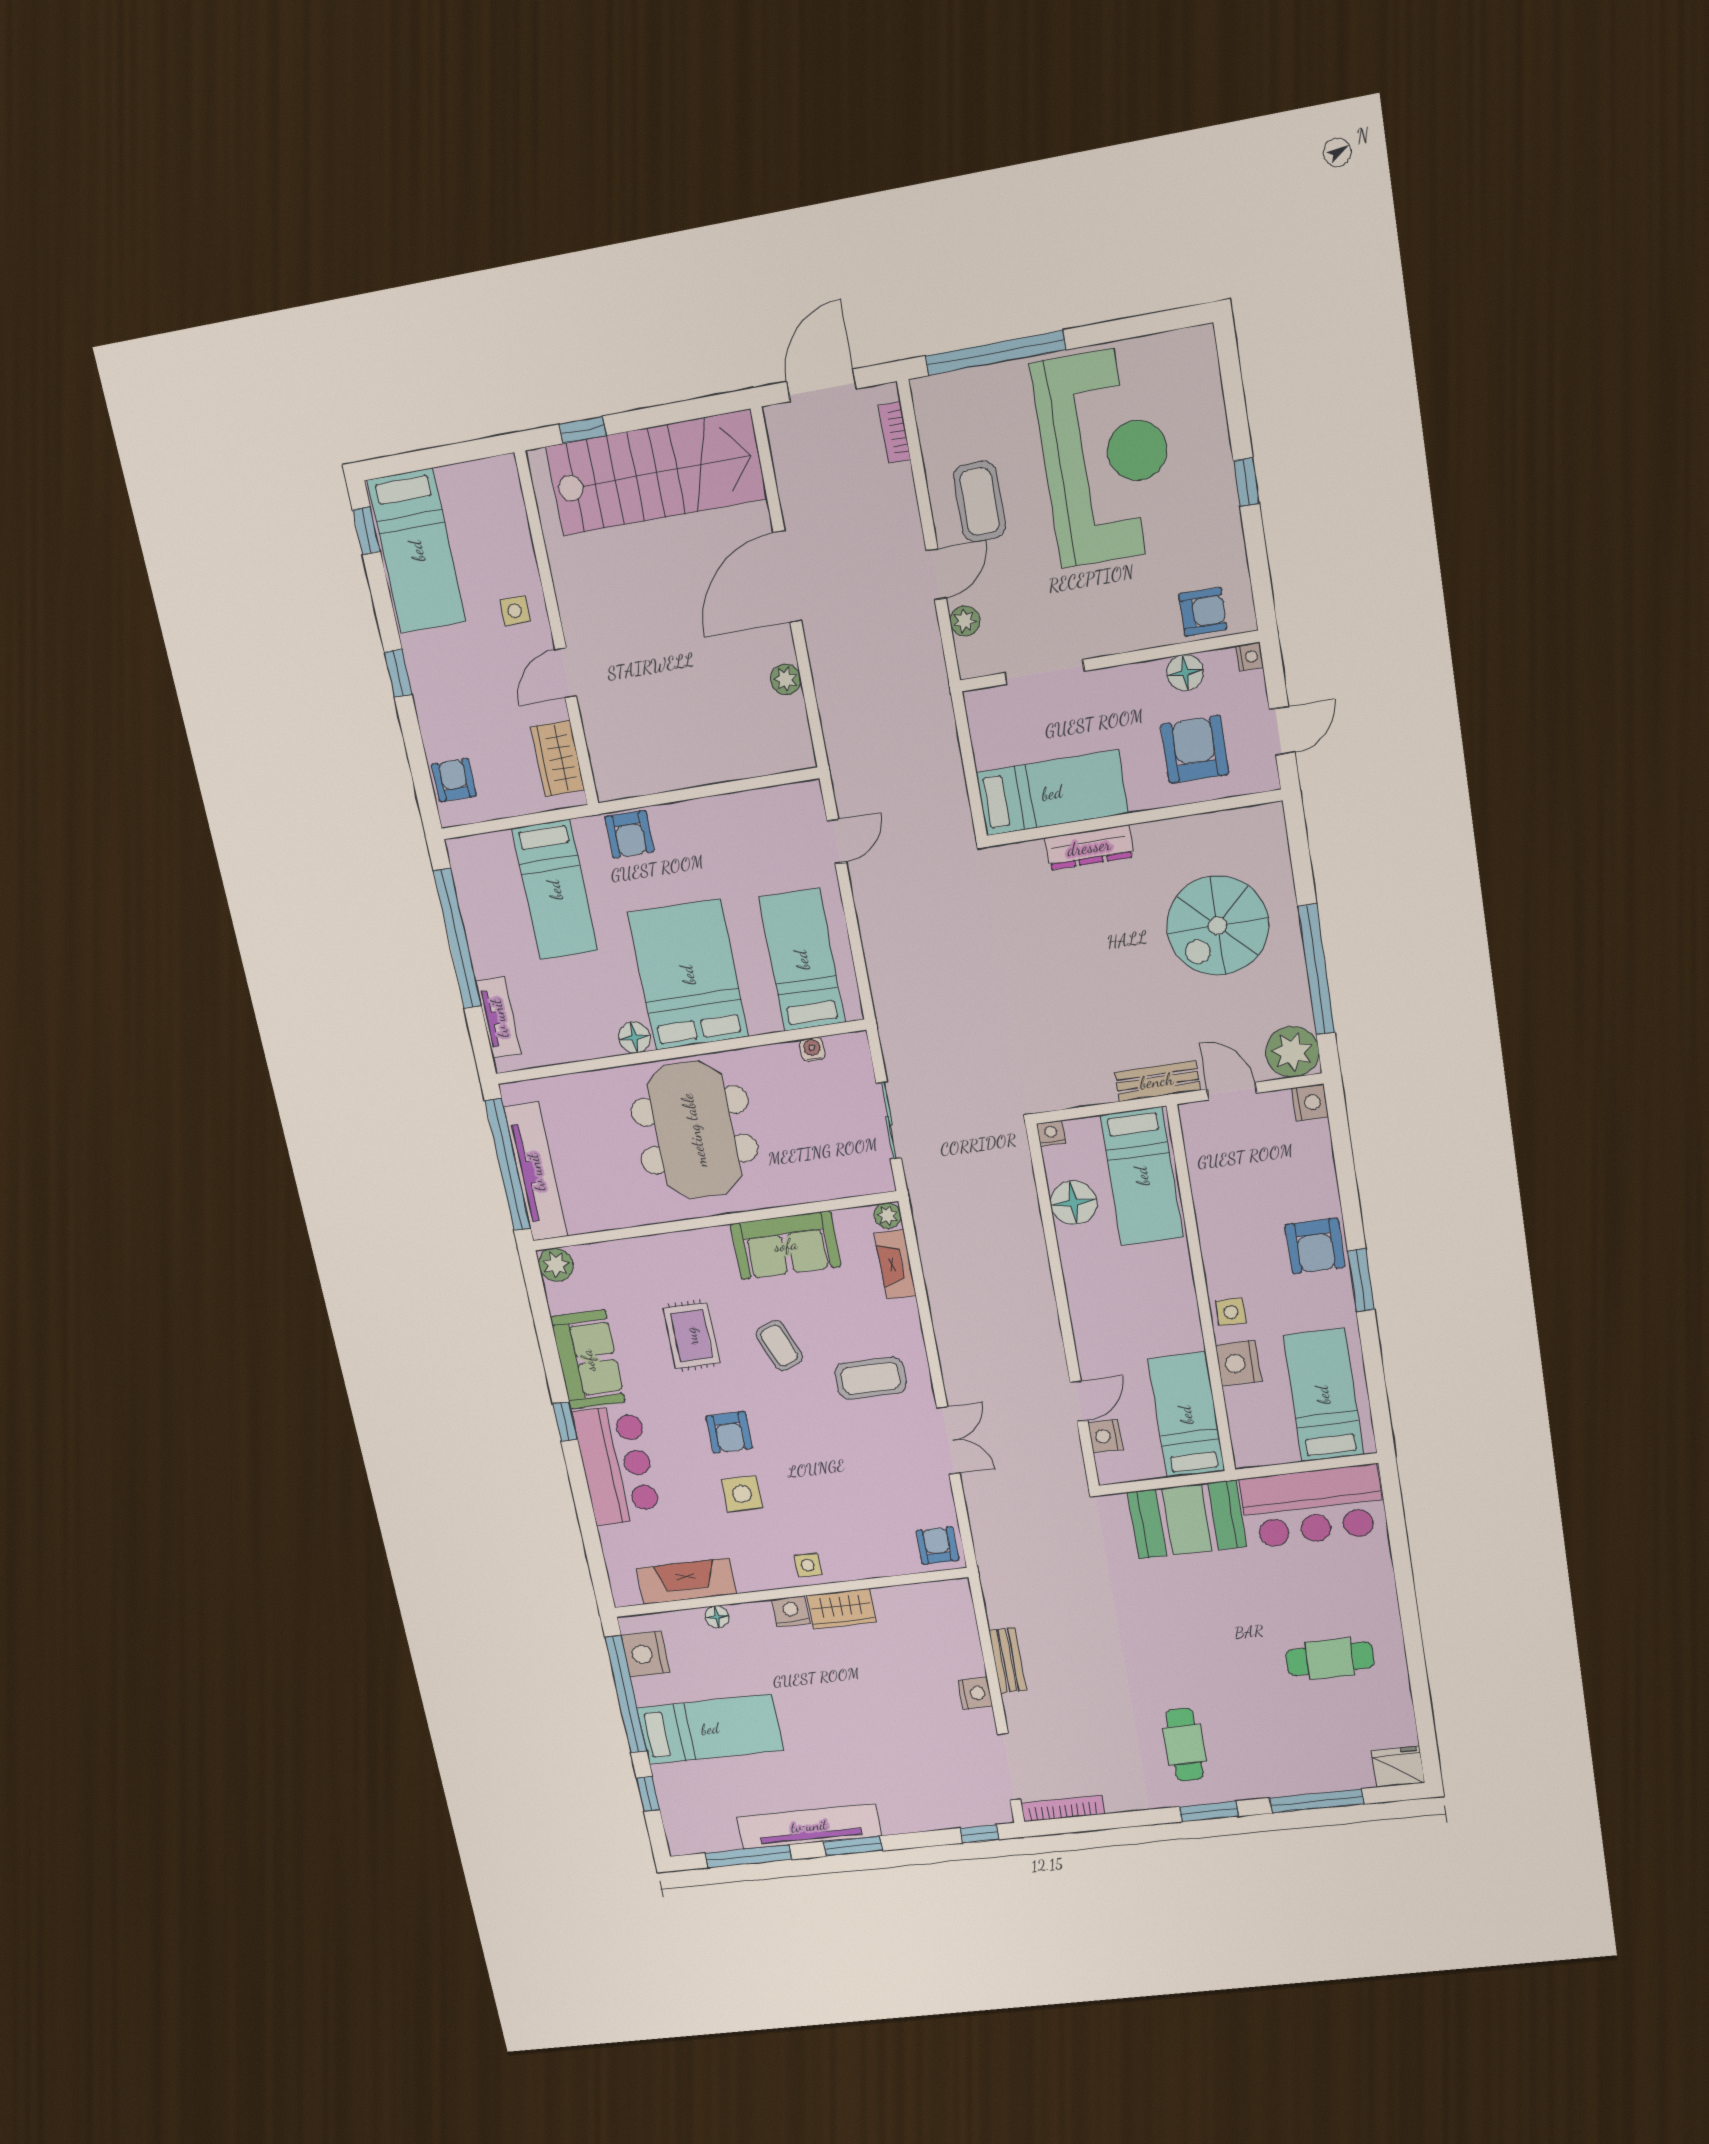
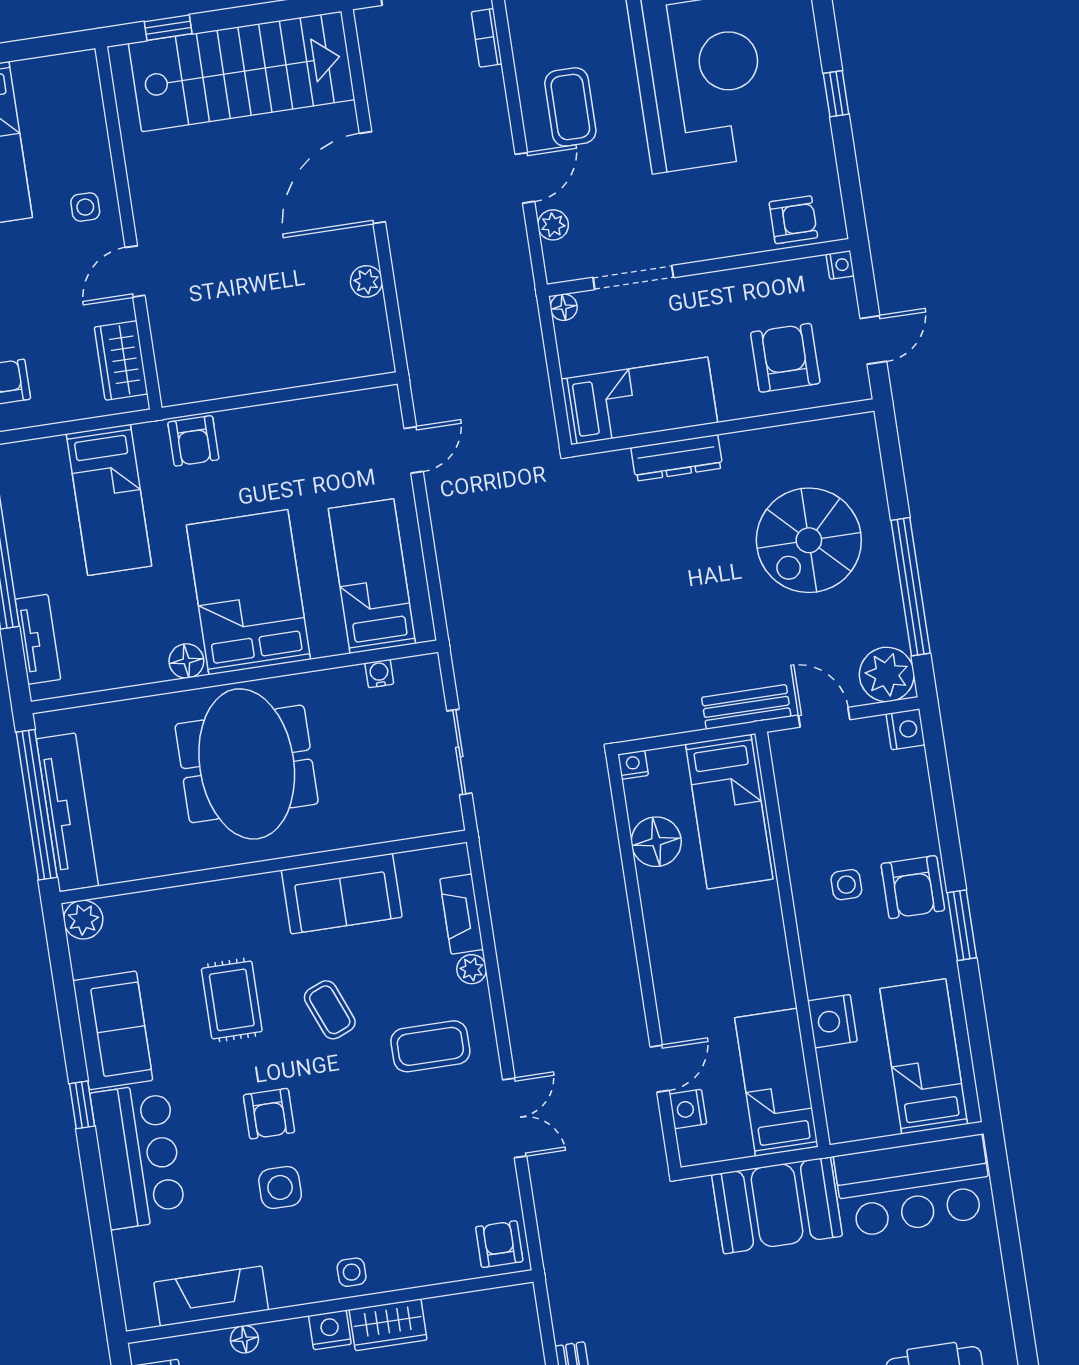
floor lamp: (1185, 673) -> (564, 307), moved, width x0.73, depth x0.73
plant: (888, 1216) -> (472, 969), moved
side table: (1231, 1312) -> (846, 885), moved

